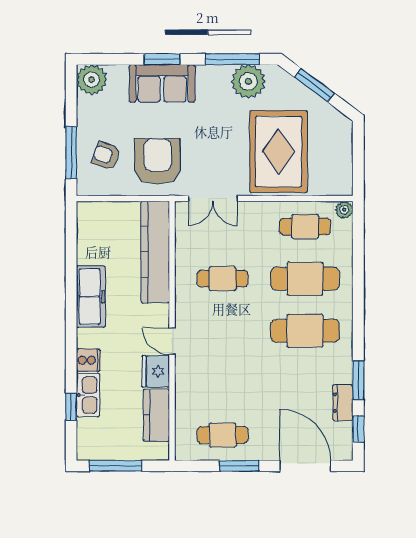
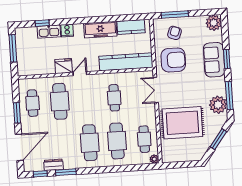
cafe table: (223, 383) -> (60, 101), added
kitchen counter: (156, 415) -> (131, 27), moved, turned 180

